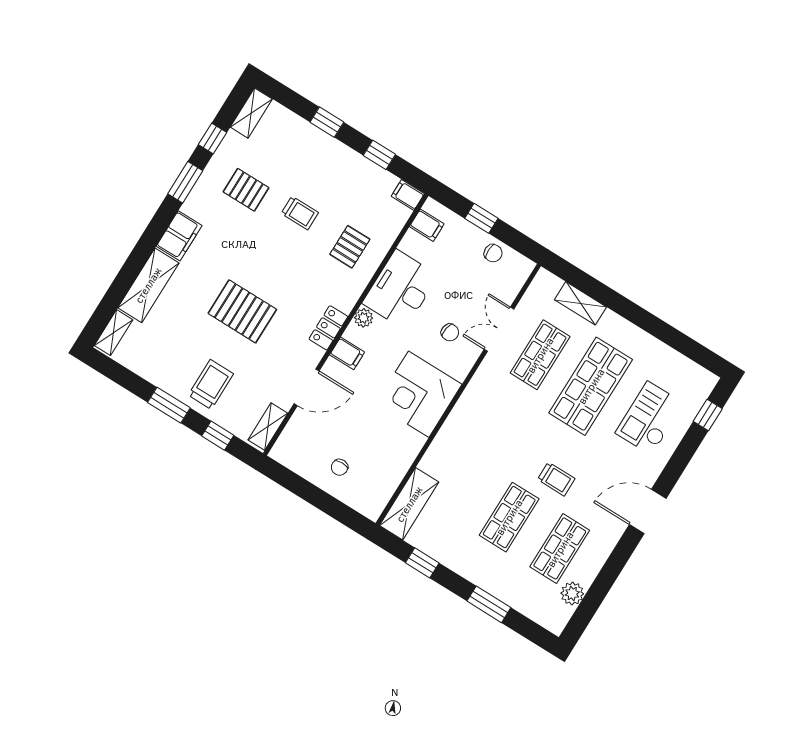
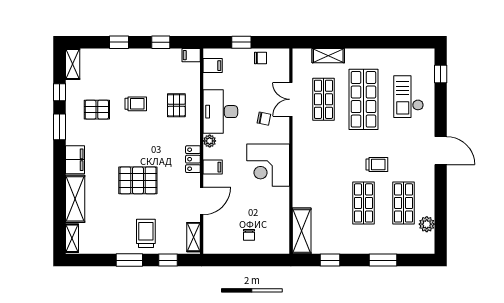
door: (648, 512) -> (441, 151), swing flipped

